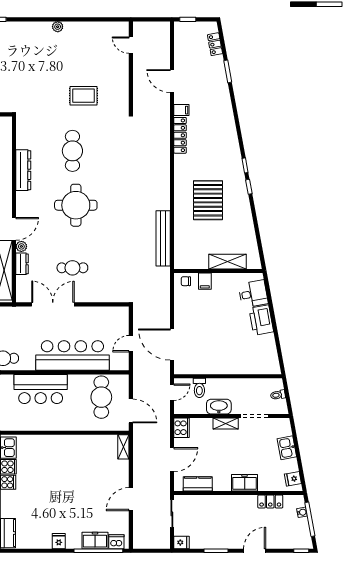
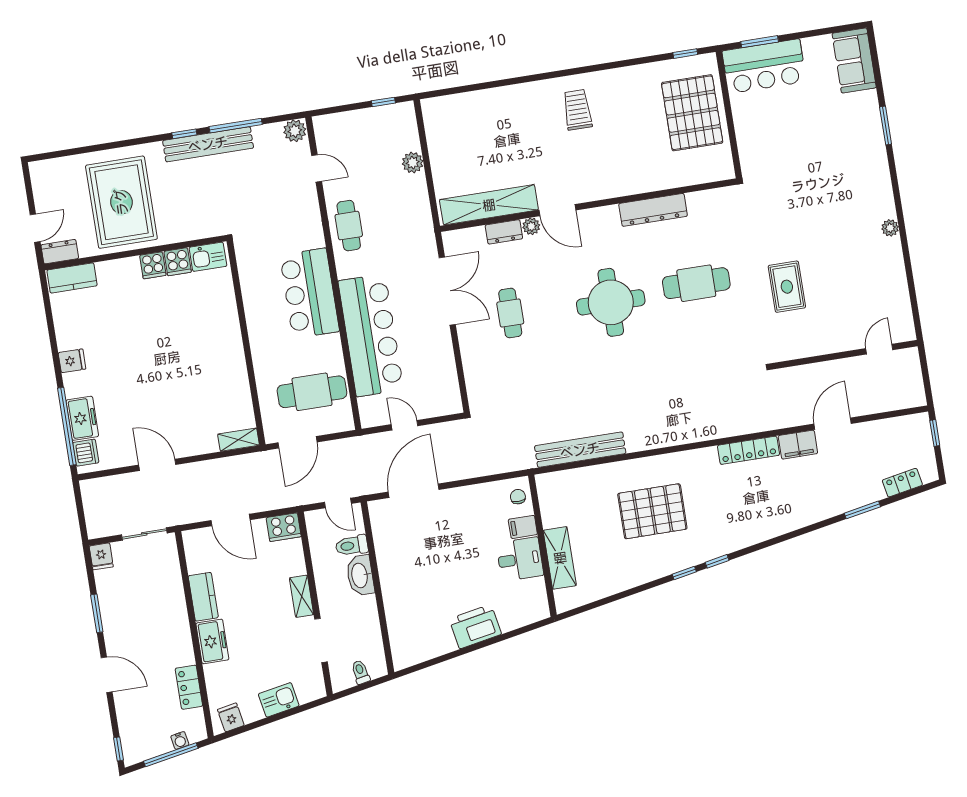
filing cabinet: (181, 110) -> (798, 445), width x2.00
desk: (253, 294) -> (520, 559), moved, turned -80
washbasin: (219, 407) -> (360, 575), moved, turned 180
kitchen counter: (198, 484) -> (203, 597), moved

